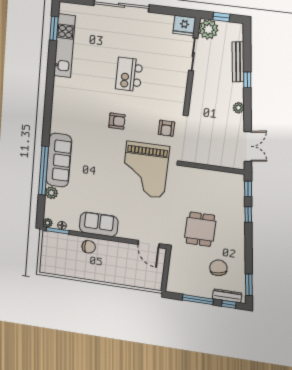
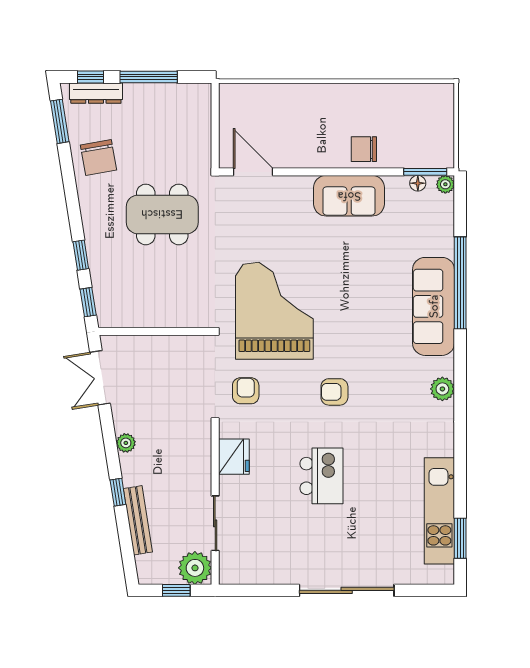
fridge: (184, 26) -> (234, 457), moved, turned 90
plant: (51, 193) -> (442, 389), moved
dining table: (200, 229) -> (162, 214), width x1.38
chair: (218, 268) -> (98, 157), moved

